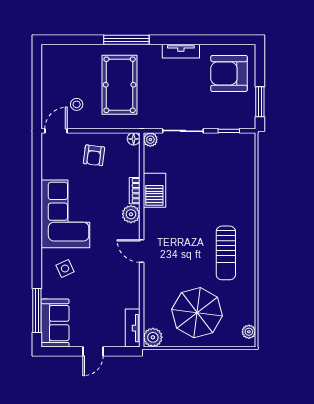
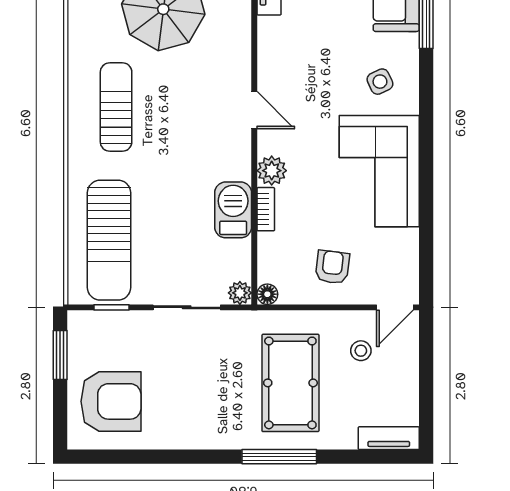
tv unit: (181, 51) -> (389, 438), moved
sun lounger: (230, 172) -> (109, 240), added

